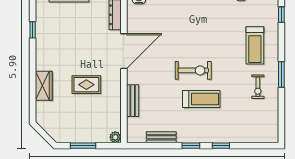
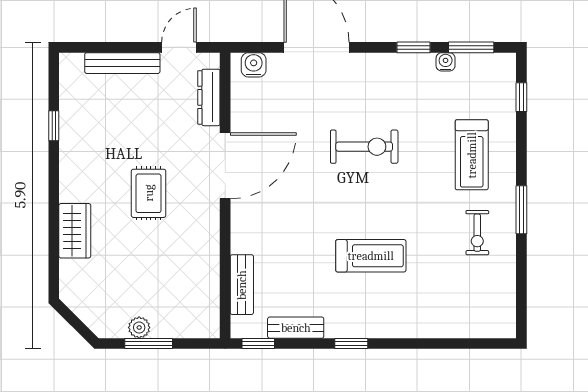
exercise bike: (193, 70) -> (364, 147), moved
rug: (86, 85) -> (149, 193), moved, turned 90
bench: (133, 101) -> (242, 285), moved
plant: (115, 137) -> (139, 328), moved
window: (221, 146) -> (258, 344), moved

